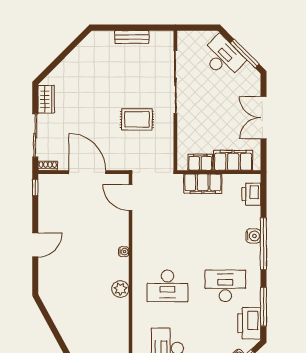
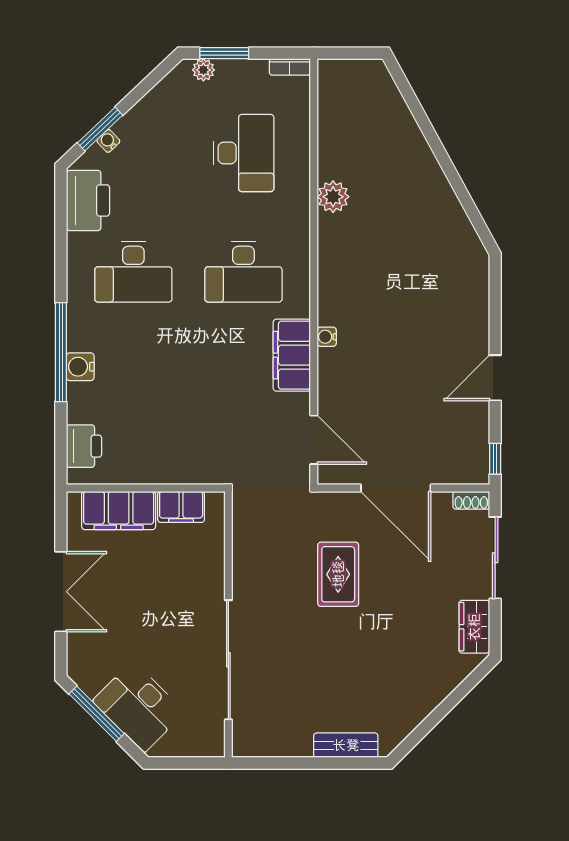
bench: (132, 37) -> (346, 745), moved
rug: (137, 119) -> (338, 574), moved, turned 90
filing cabinet: (203, 184) -> (292, 355), moved, turned -90
door: (35, 245) -> (495, 378), moved
desk: (167, 286) -> (243, 272), turned 180
plant: (120, 289) -> (333, 197), moved
window: (263, 307) -> (61, 232), removed

